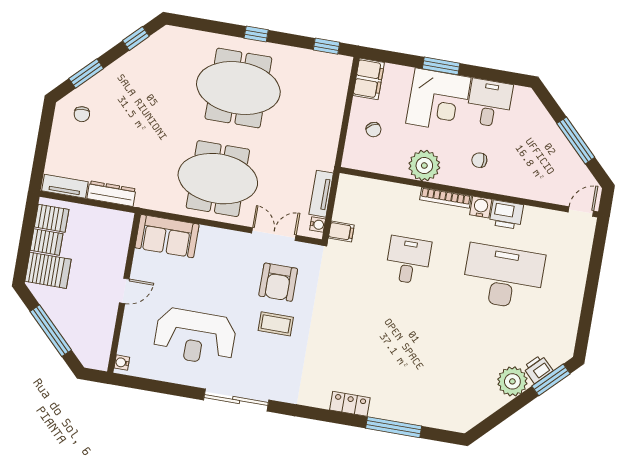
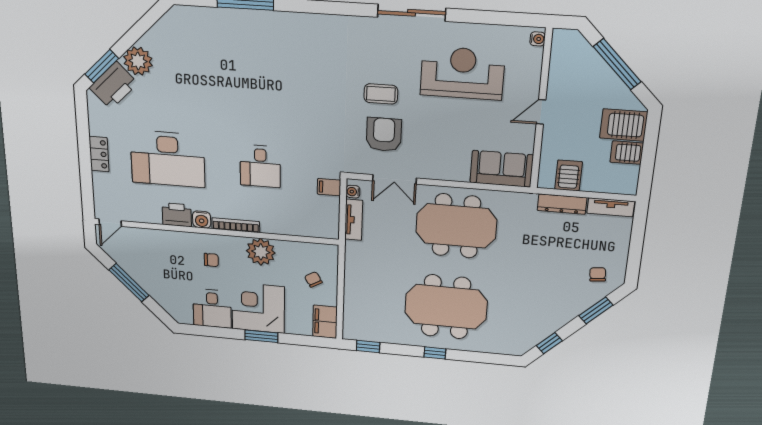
server rack: (52, 218) -> (569, 175), moved, turned 90
printer: (538, 369) -> (114, 85), width x1.87, depth x1.48
locker: (350, 404) -> (99, 154), moved, turned -90

